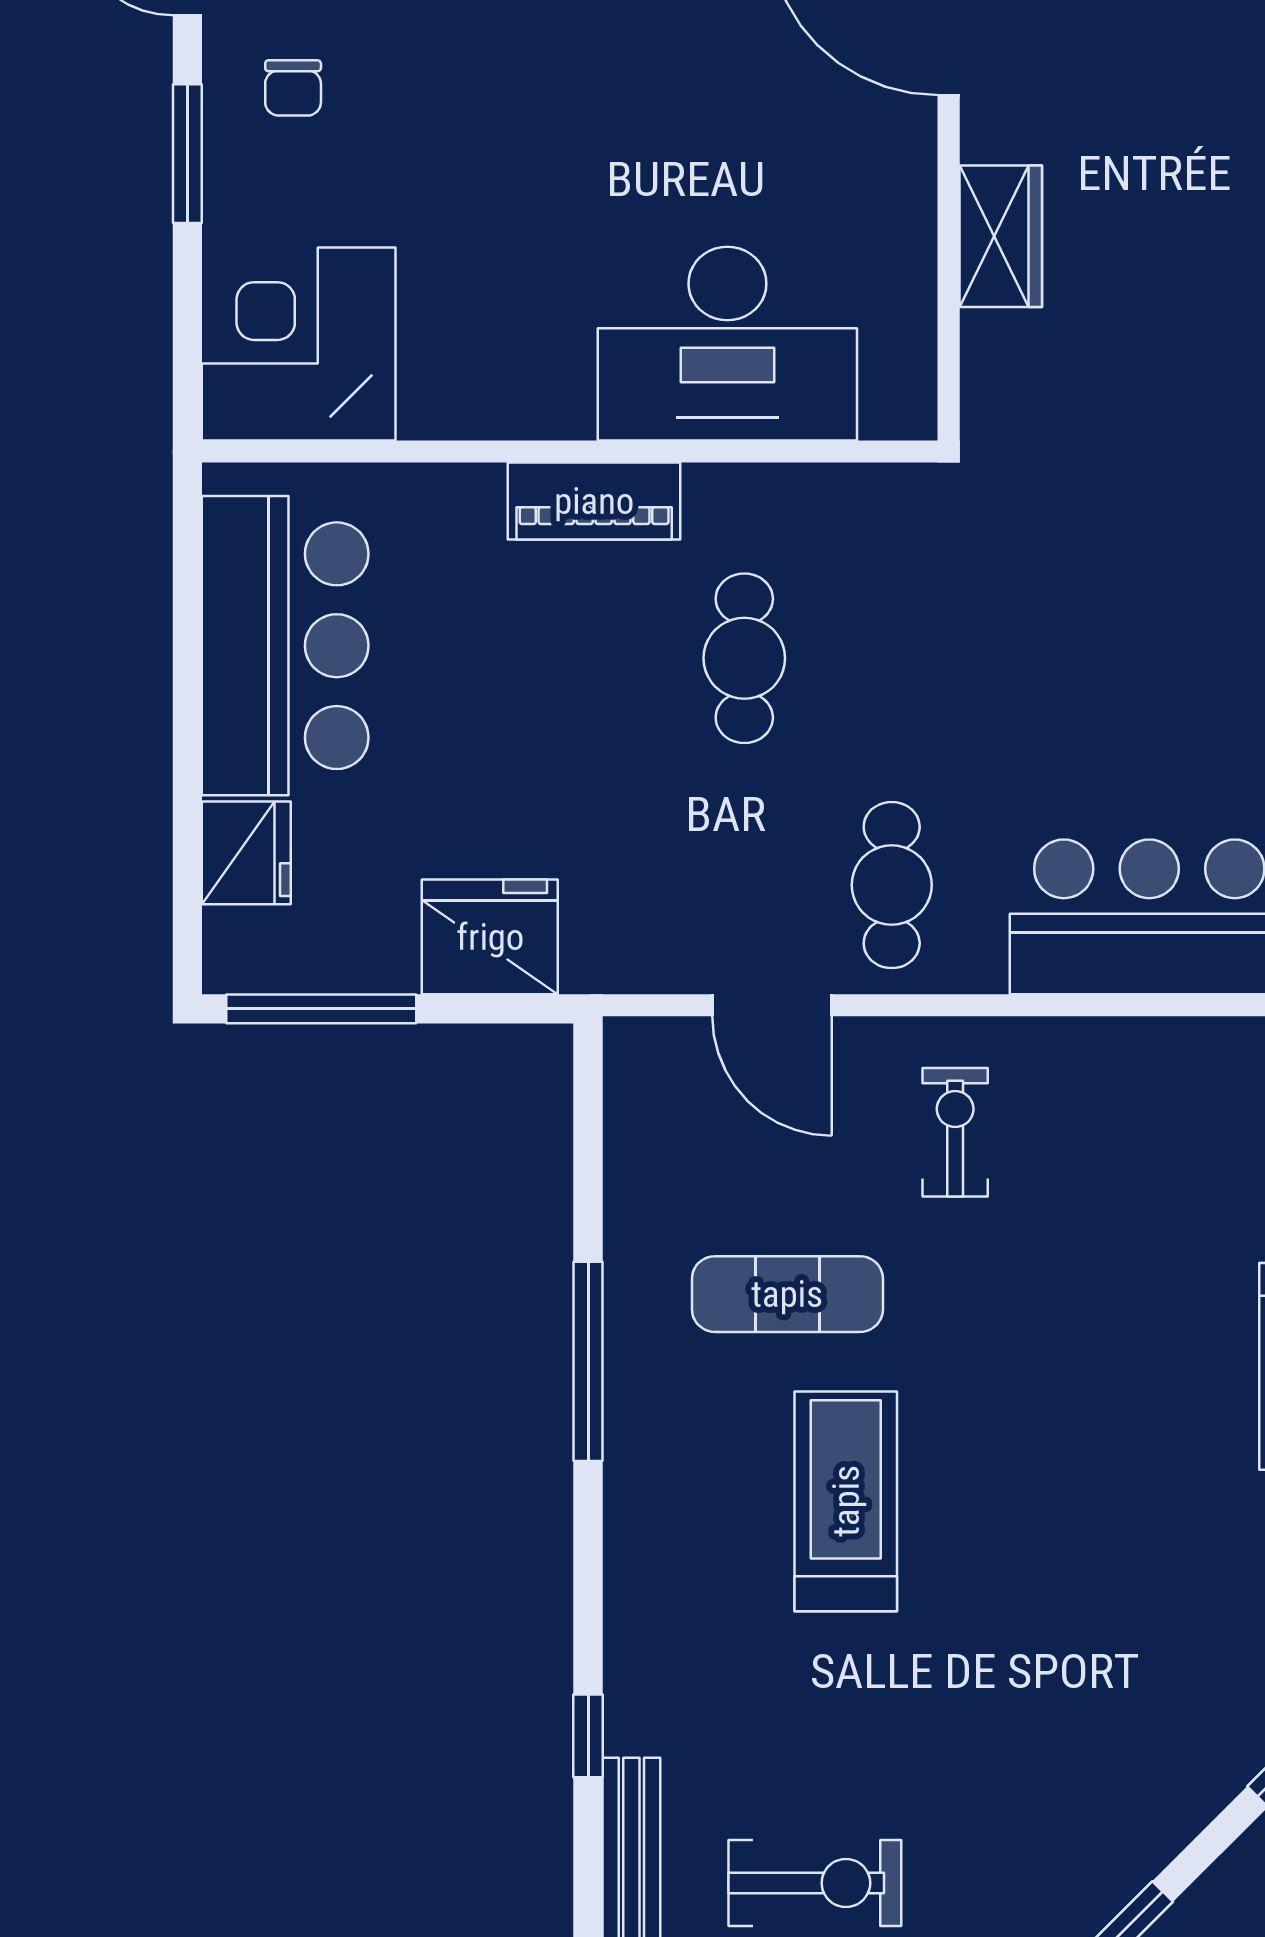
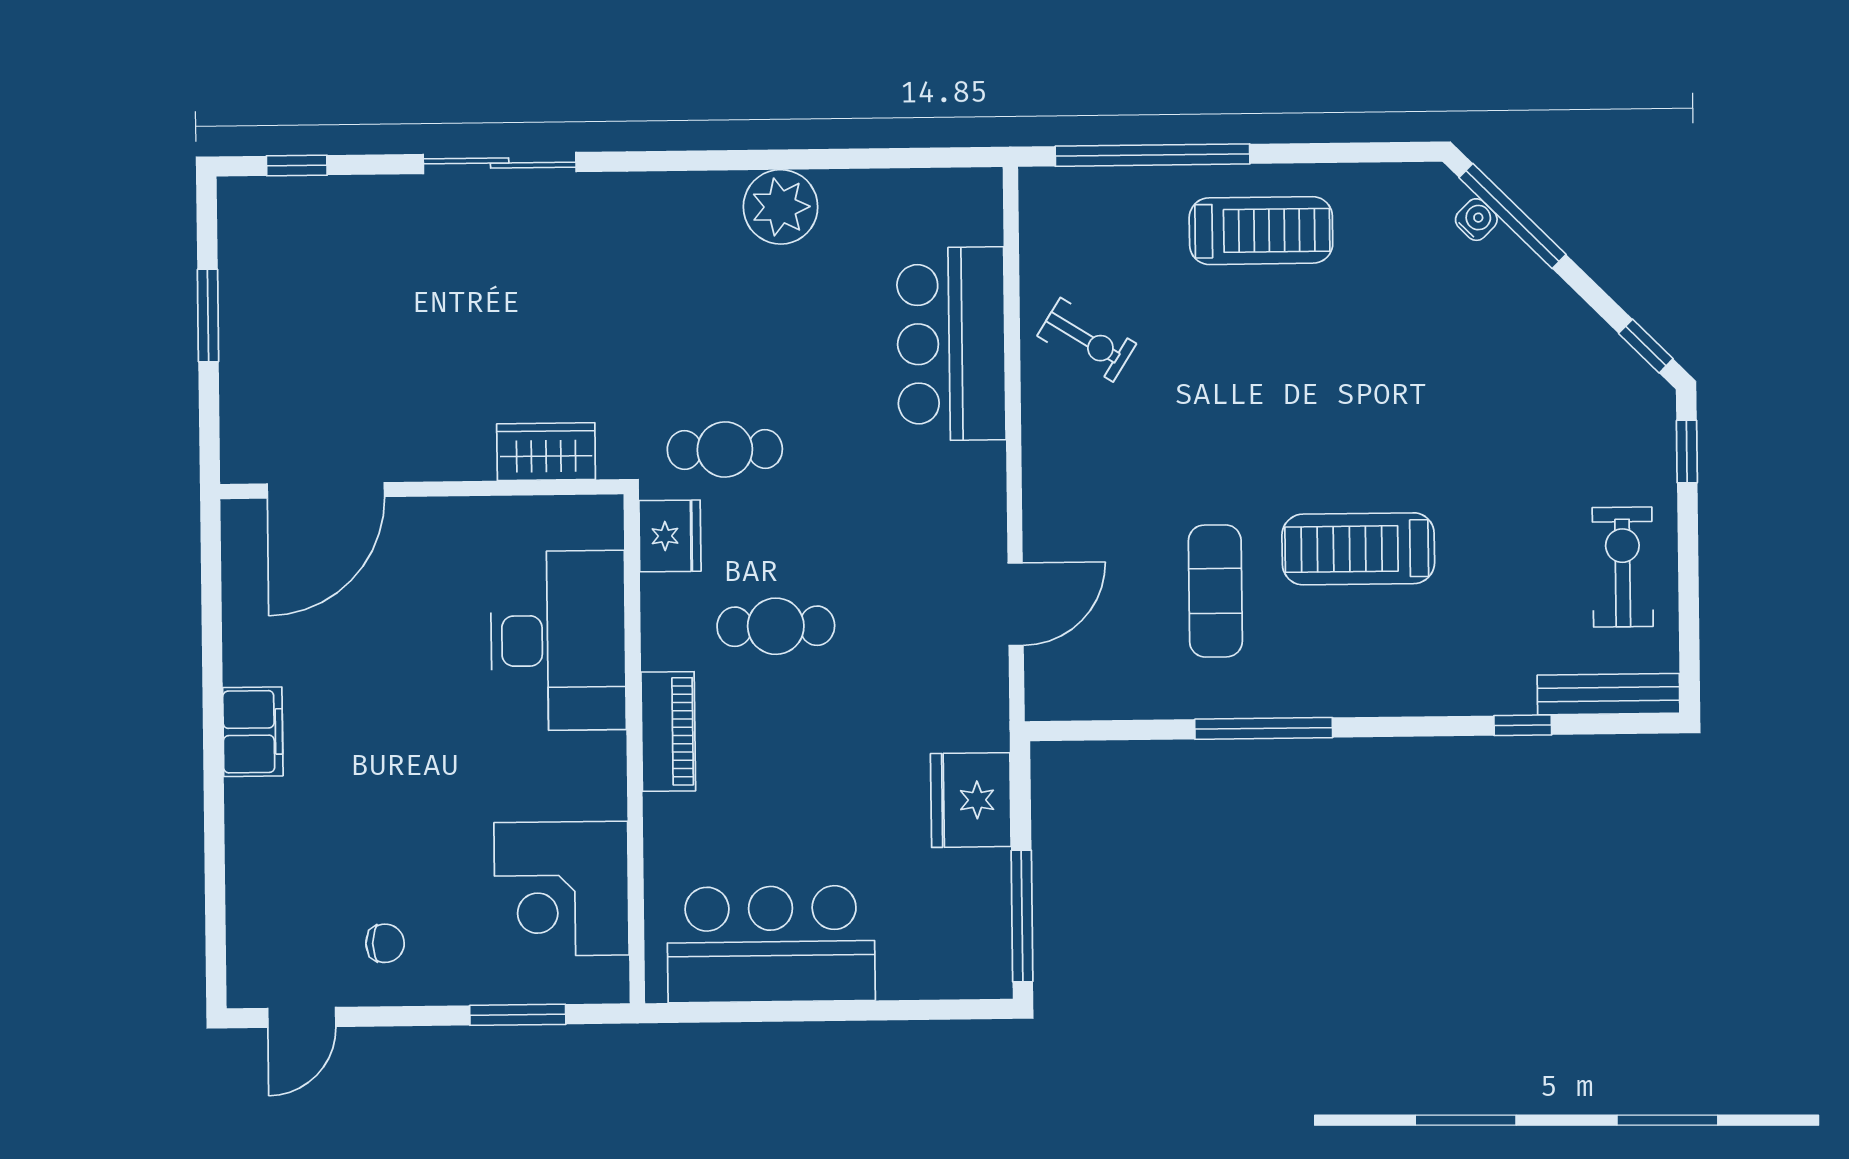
window: (187, 154) -> (518, 1015), moved
wardrobe: (1001, 236) -> (546, 452), moved
corner desk: (299, 344) -> (562, 889), moved
fridge: (246, 853) -> (670, 536), moved, turned 90
cafe table: (892, 885) -> (725, 449), moved
exercise bike: (955, 1132) -> (1087, 340), moved, turned -148

